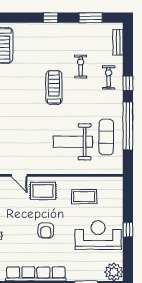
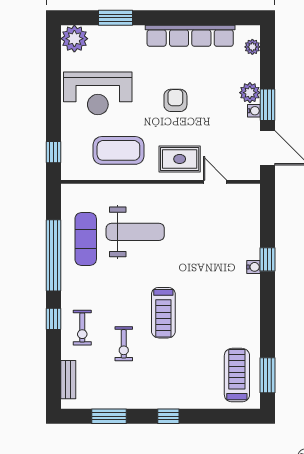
coffee table: (84, 197) -> (118, 150), width x1.36, depth x1.32
window: (128, 230) -> (54, 152), moved

